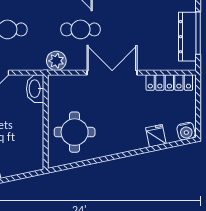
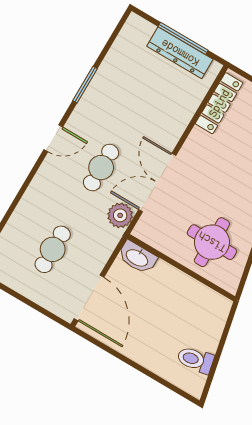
double door: (112, 73) -> (157, 182), moved

